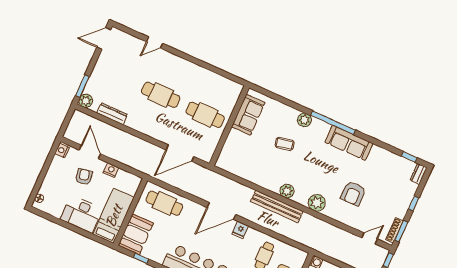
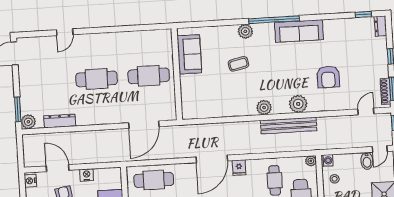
bench: (277, 206) -> (289, 126), moved
plant: (303, 255) -> (311, 161), added

